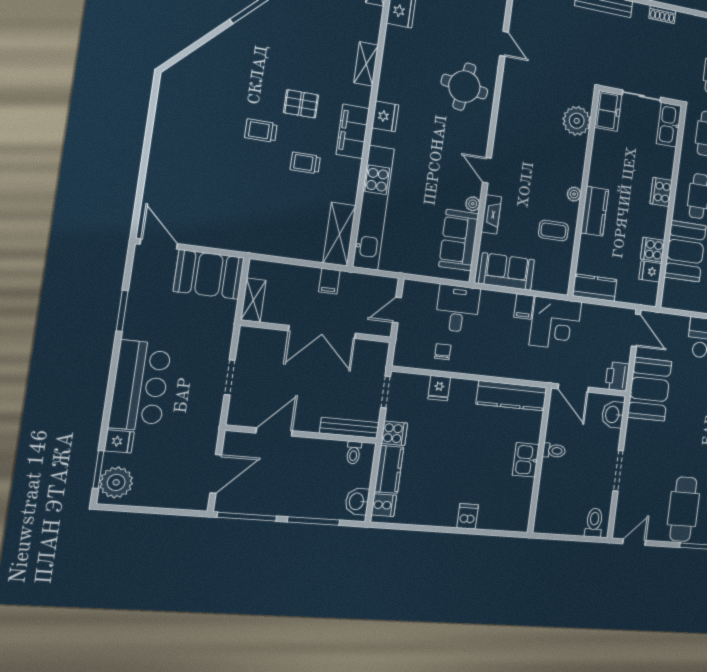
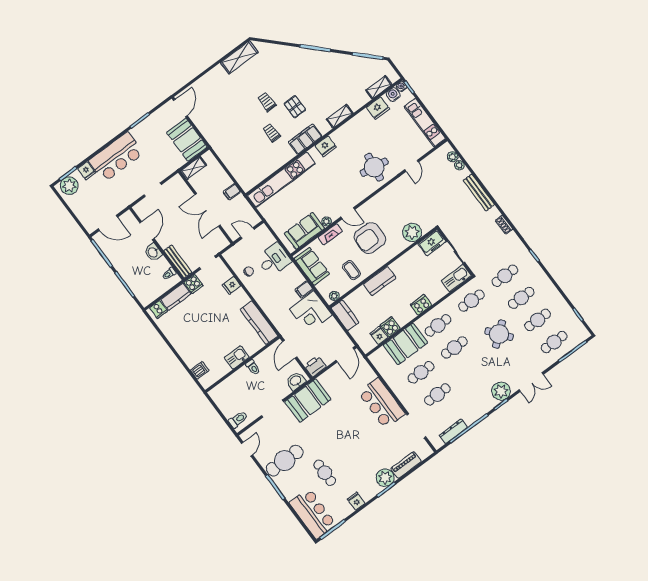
door: (487, 170) -> (348, 213), swing flipped
armchair: (538, 174) -> (370, 238), added
plant: (574, 194) -> (334, 296), moved
shelving: (339, 234) -> (239, 57), moved
booth: (649, 389) -> (308, 401), moved
door: (274, 432) -> (147, 231), hinge flipped
washbasin: (357, 501) -> (153, 252), moved, turned -90
dishwasher: (468, 516) -> (200, 370), moved
door: (634, 542) -> (247, 449), hinge flipped

